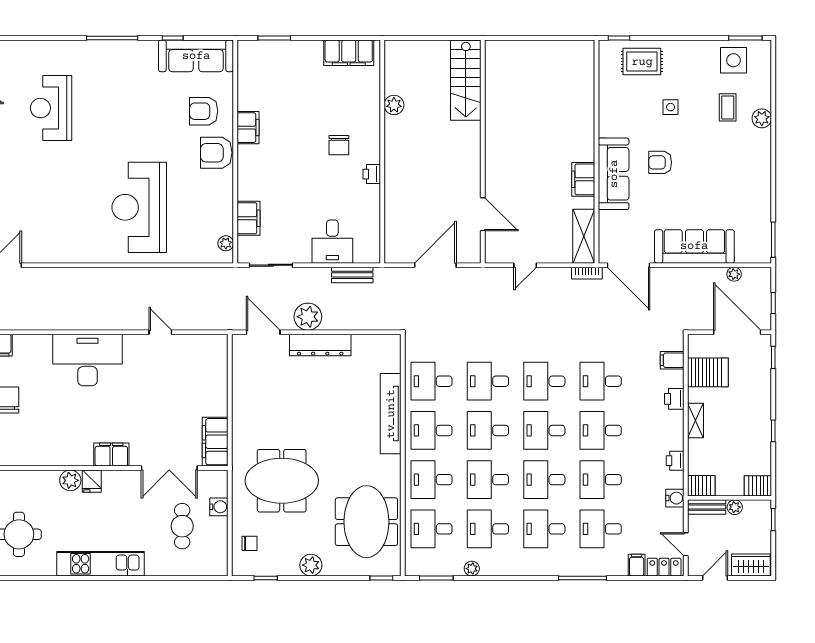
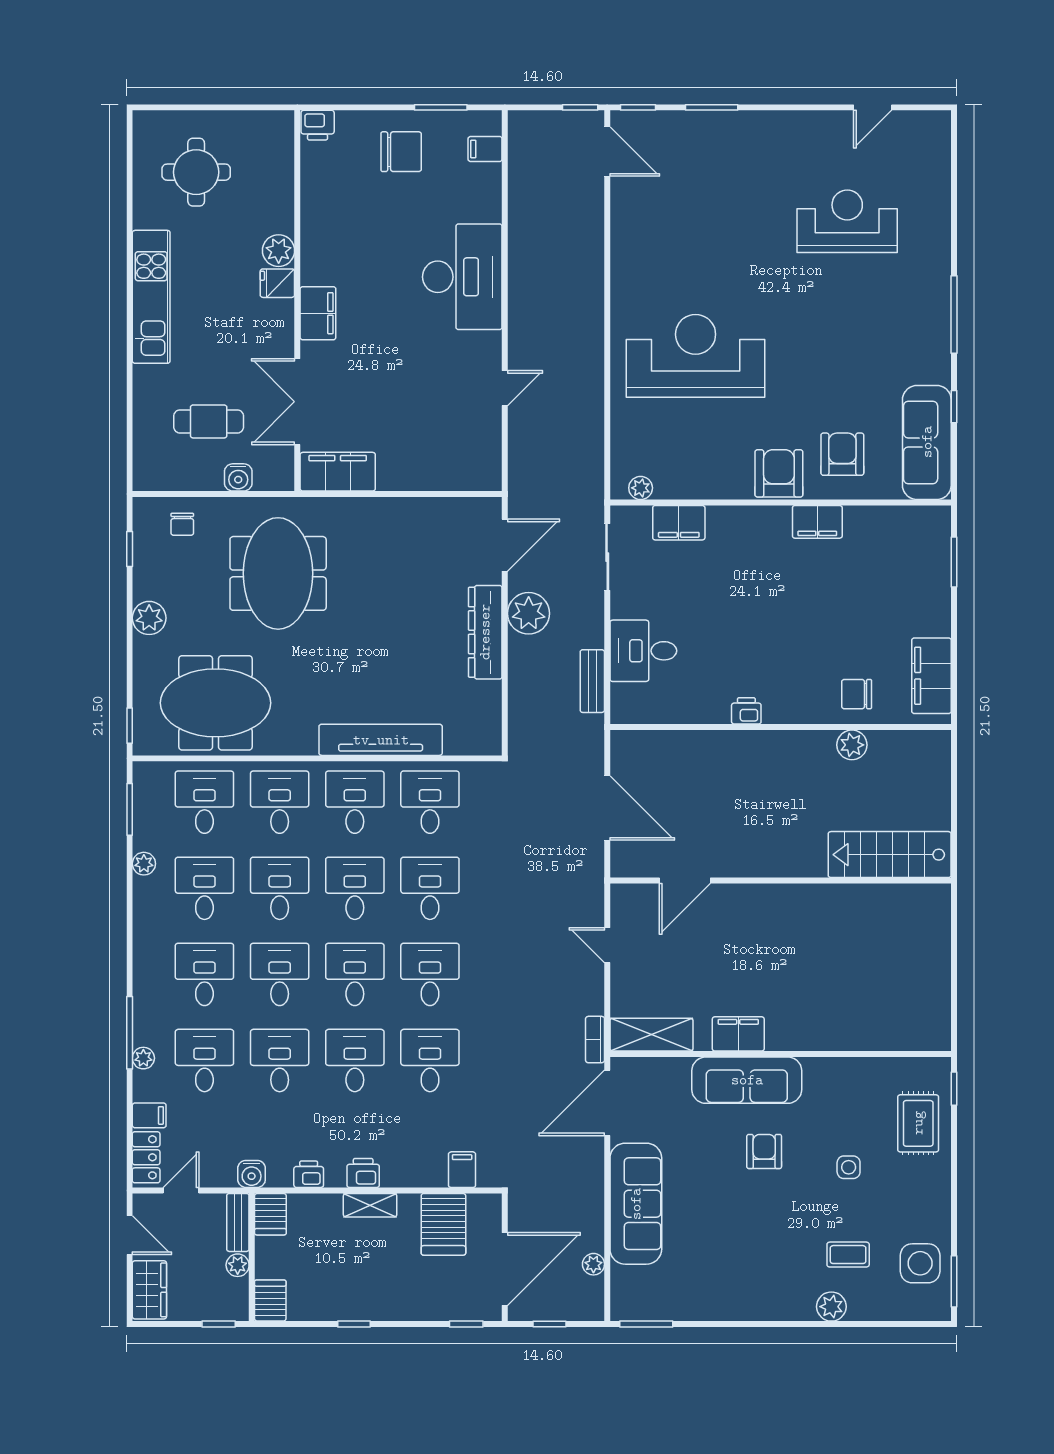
chair: (339, 145) -> (857, 694), moved
printer: (674, 399) -> (363, 1173), moved
plant: (599, 569) -> (143, 1058), added

